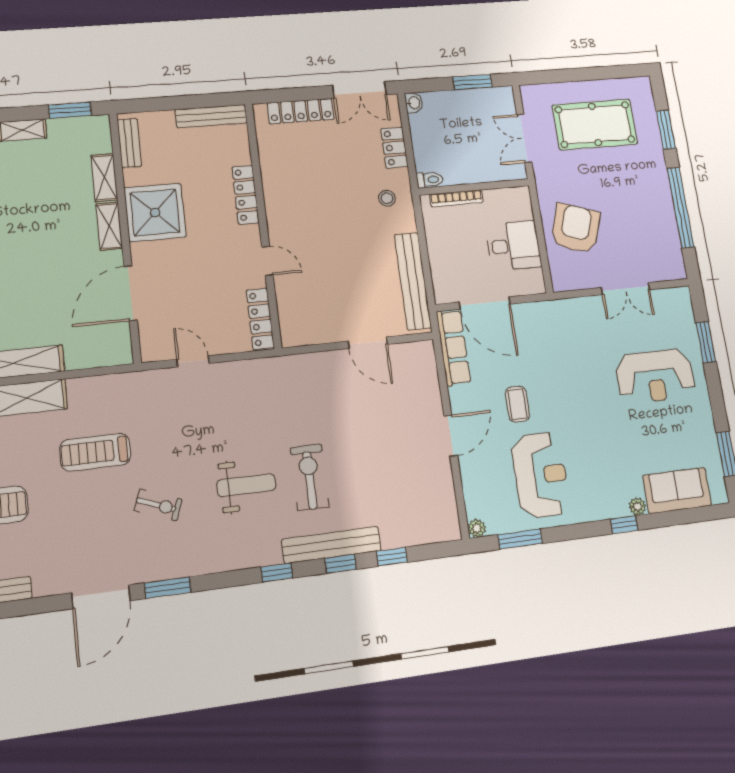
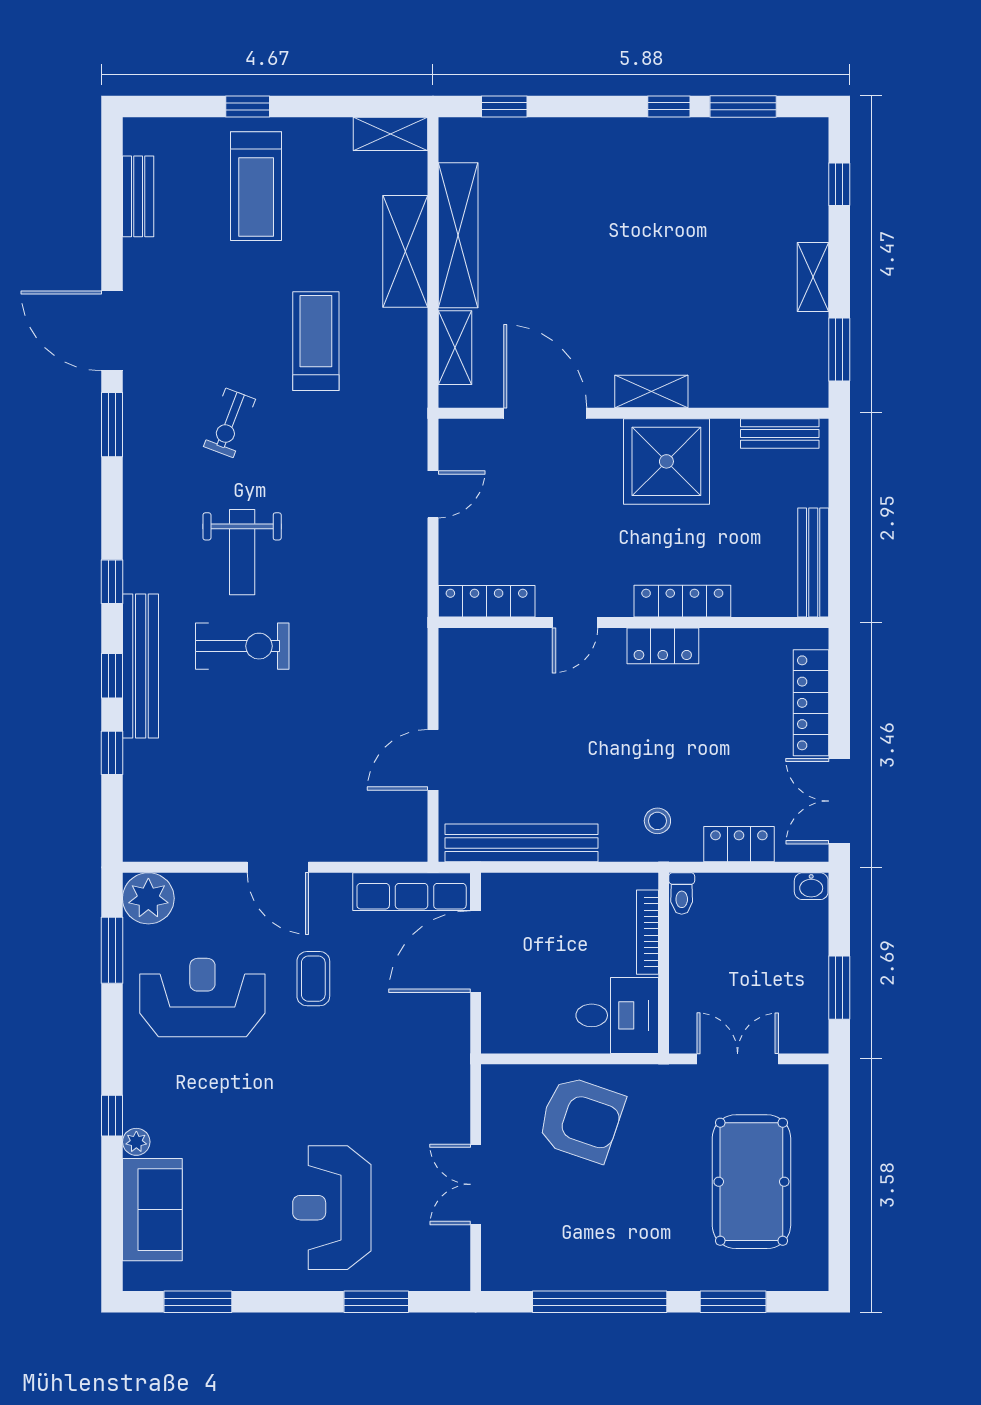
shelving: (104, 178) -> (455, 348), moved, turned 90
locker: (276, 204) -> (663, 646), added
desk: (513, 246) -> (617, 1015), moved, turned -90
coffee table: (517, 404) -> (313, 979), turned 90
reception desk: (541, 475) -> (202, 997), turned 180
plant: (477, 528) -> (148, 898), width x1.87, depth x1.87

